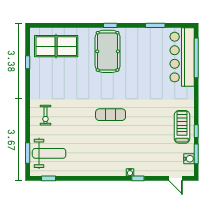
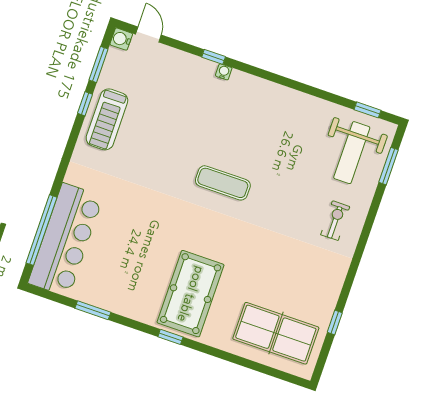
weight bench: (49, 153) -> (352, 153), turned -90
water cooler: (189, 159) -> (121, 39), moved

